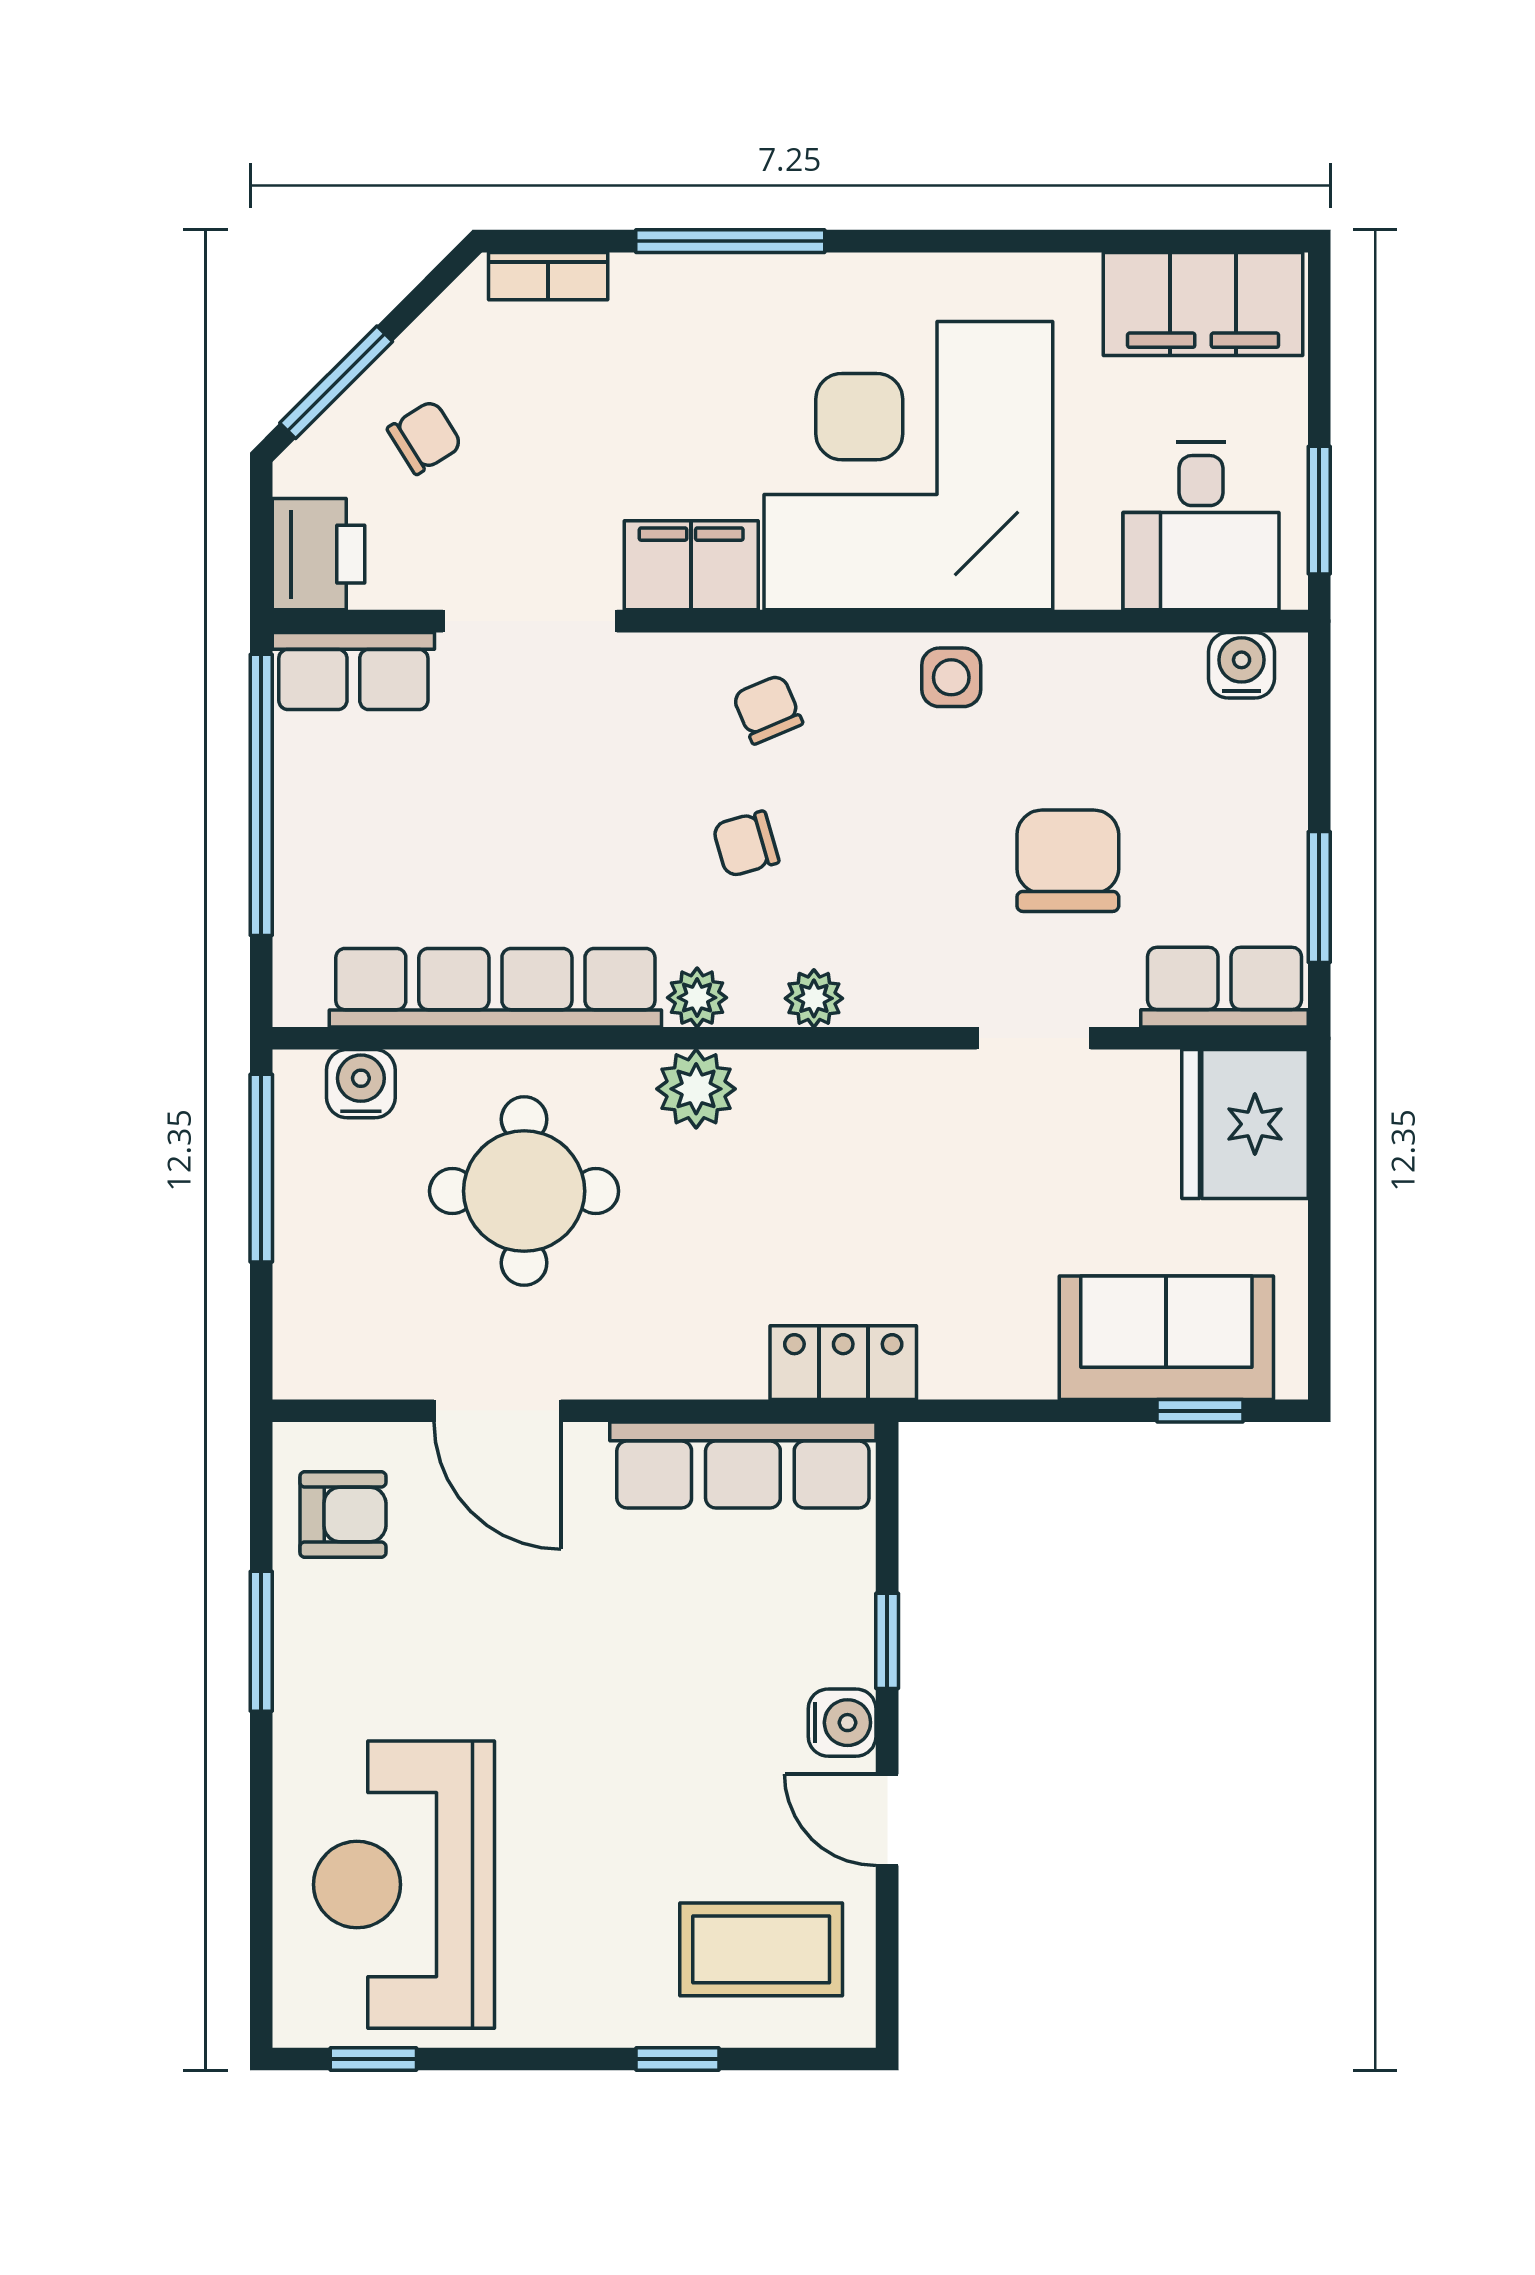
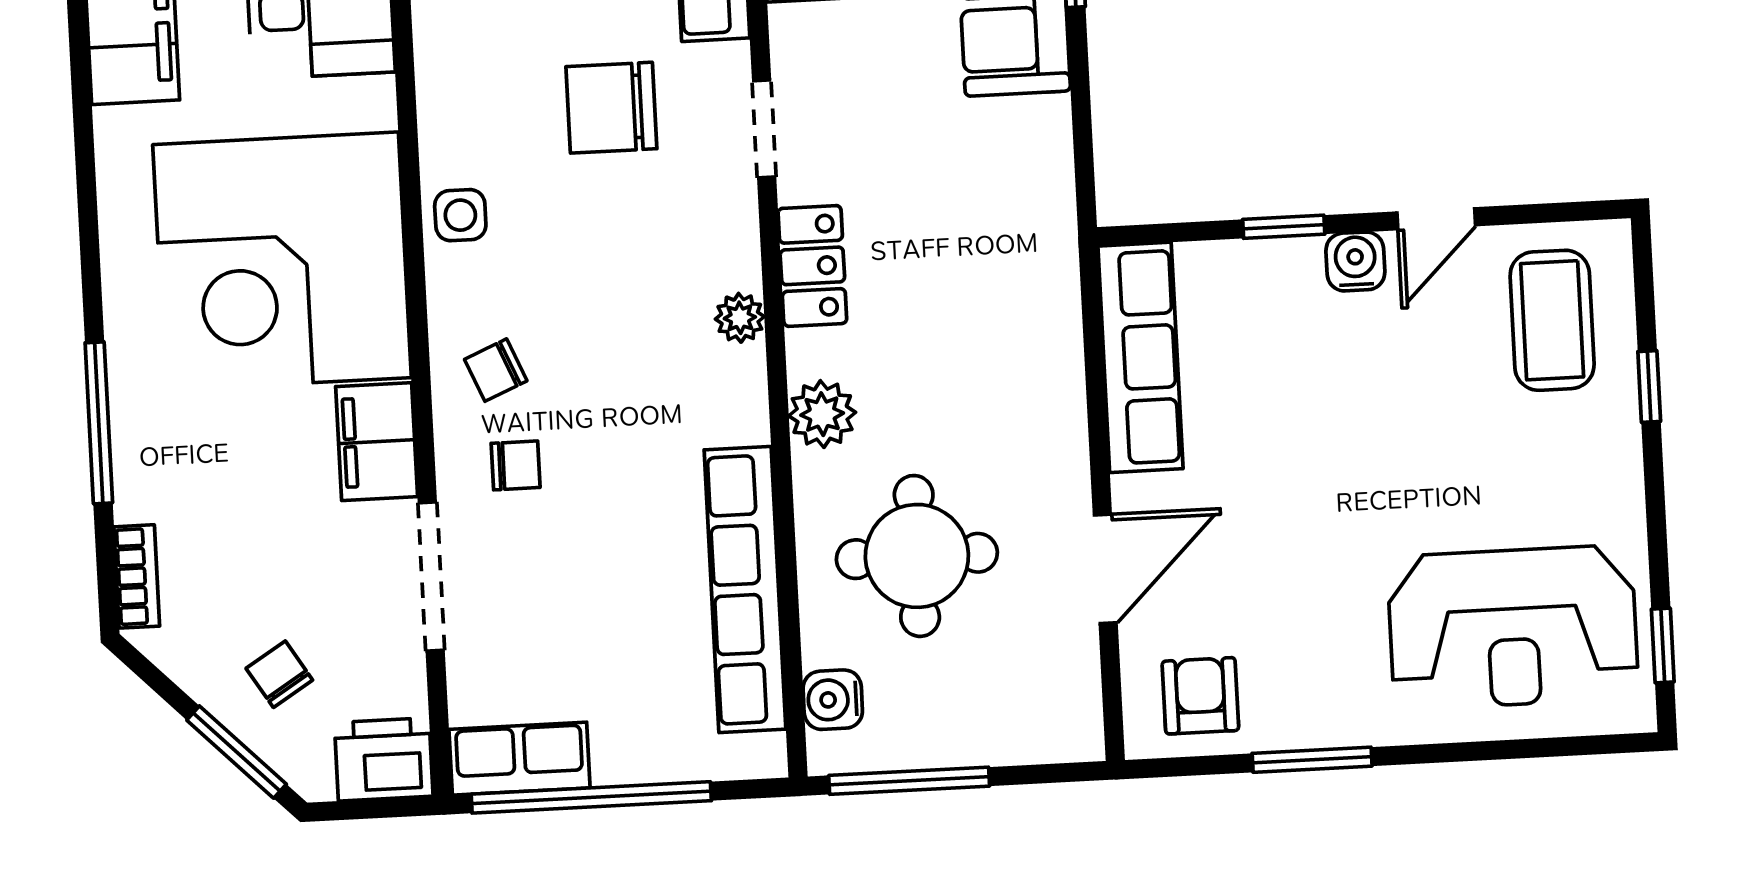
row of seats: (353, 671) -> (519, 759), moved, turned -90
chair: (746, 844) -> (516, 465), moved, turned -74
plant: (697, 998) -> (744, 417), removed
locker: (843, 1363) -> (812, 266), moved, turned 180

